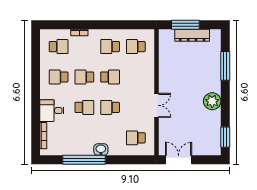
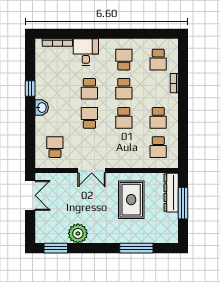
dresser: (192, 35) -> (171, 193), moved
school desk: (110, 47) -> (158, 118), turned 180
school desk: (136, 47) -> (158, 147), turned 180
rug: (182, 70) -> (131, 200), added
school desk: (84, 77) -> (124, 89), turned 180
plant: (212, 101) -> (78, 233), moved
window: (84, 160) -> (30, 88), width x0.32

